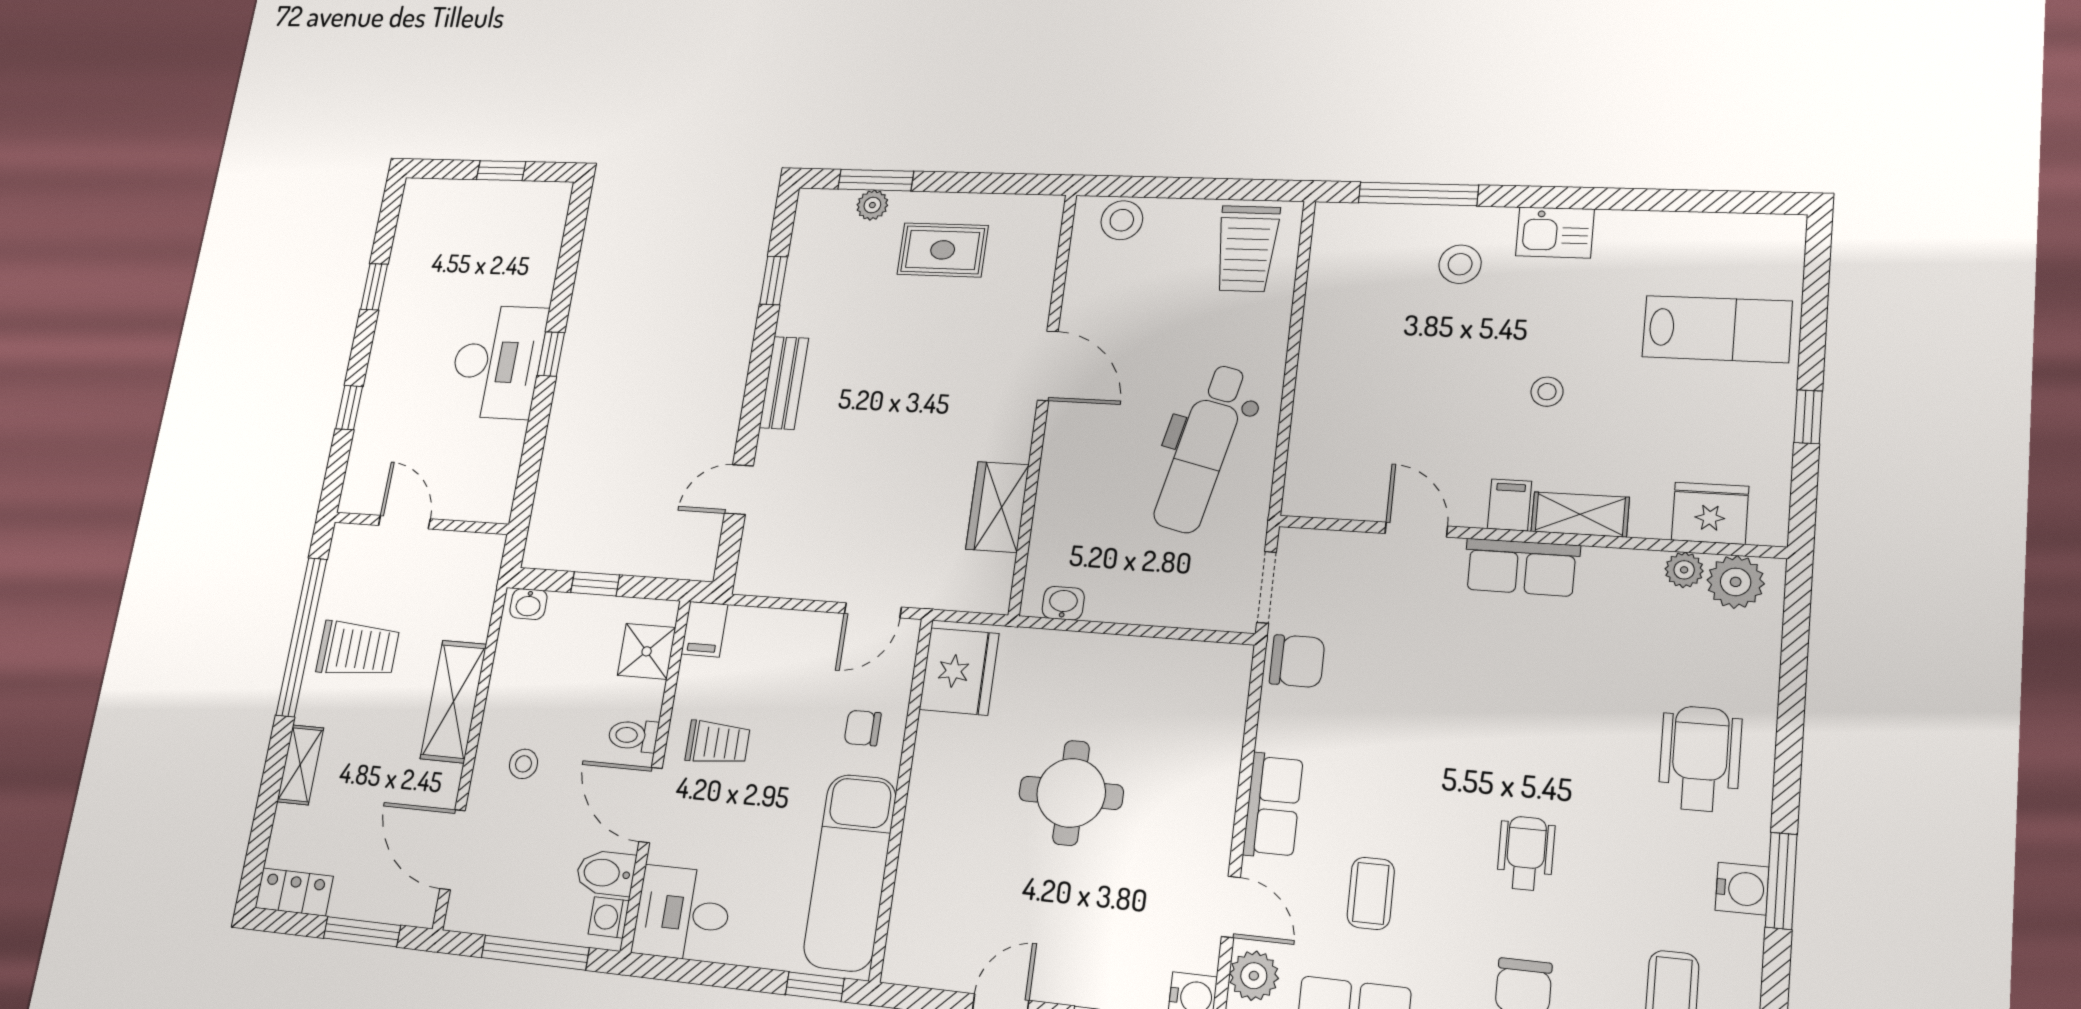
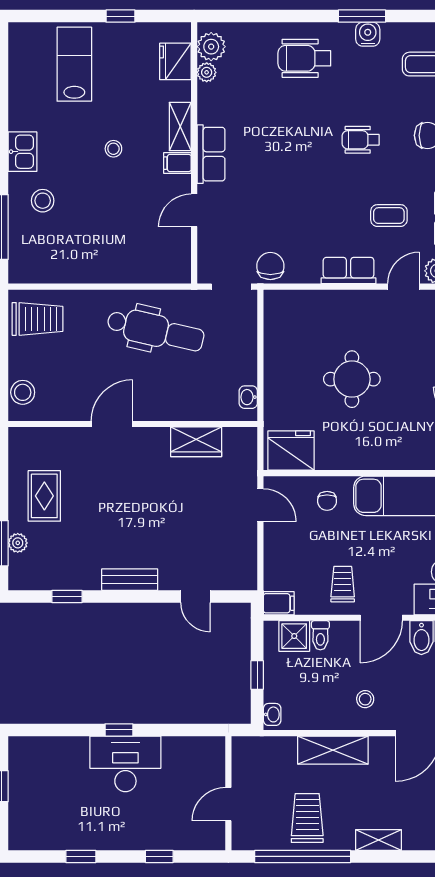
toilet: (633, 736) -> (320, 635), moved

